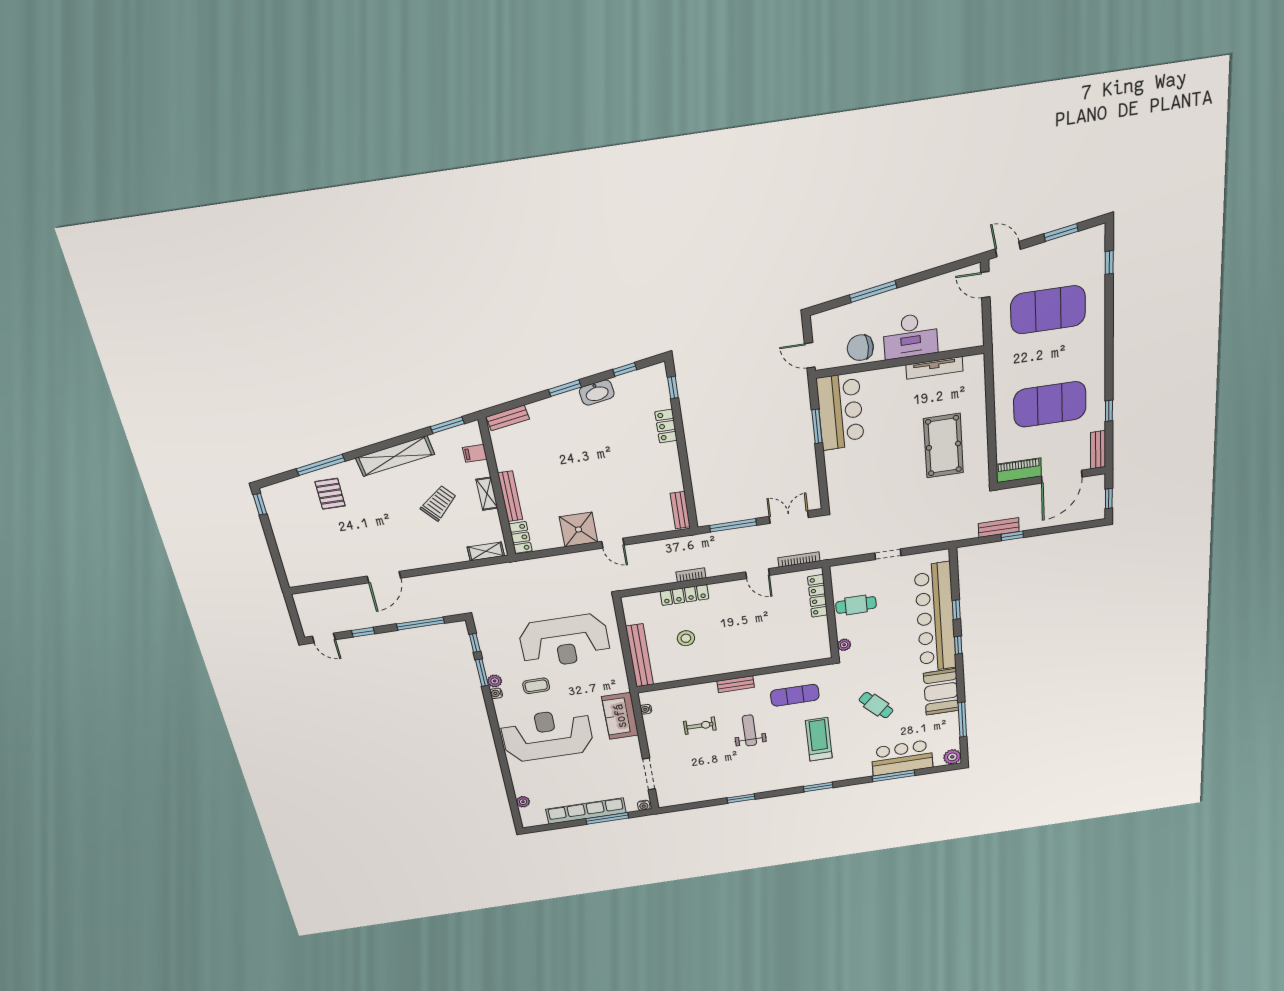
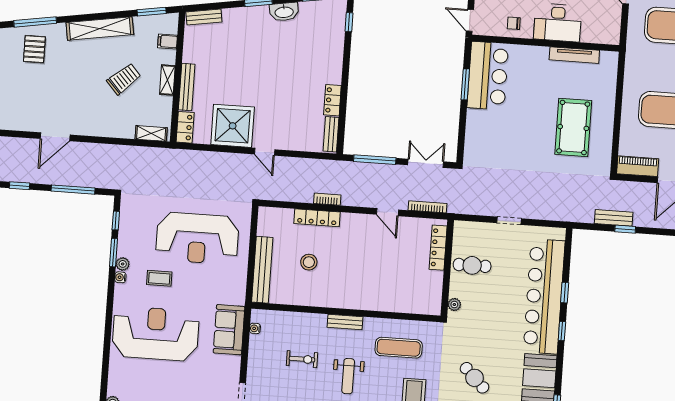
chair: (860, 348) -> (514, 23), width x0.54, depth x0.54
locker: (666, 426) -> (332, 100), moved
shower: (578, 529) -> (233, 126), width x1.37, depth x1.37
weight bench: (749, 730) -> (348, 376), turned 180

